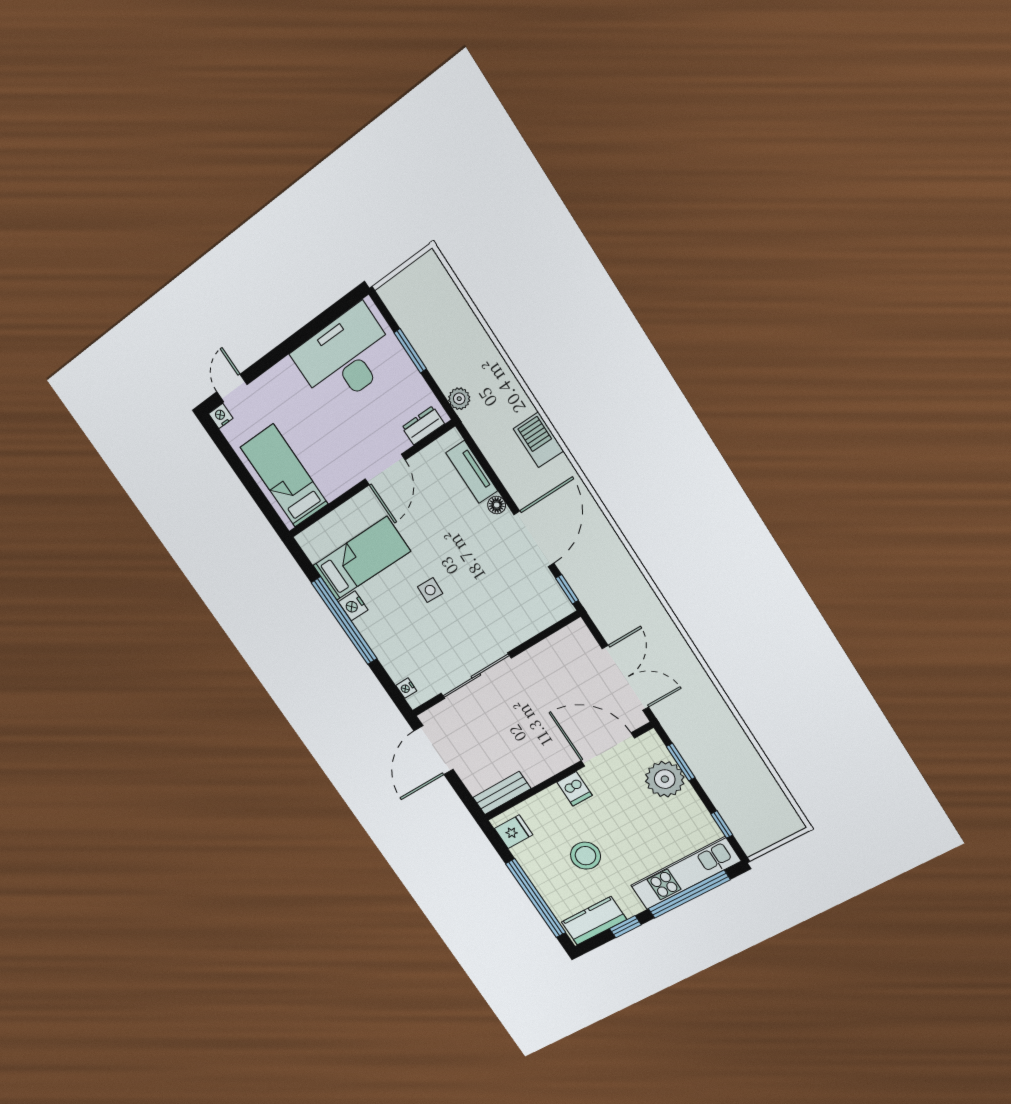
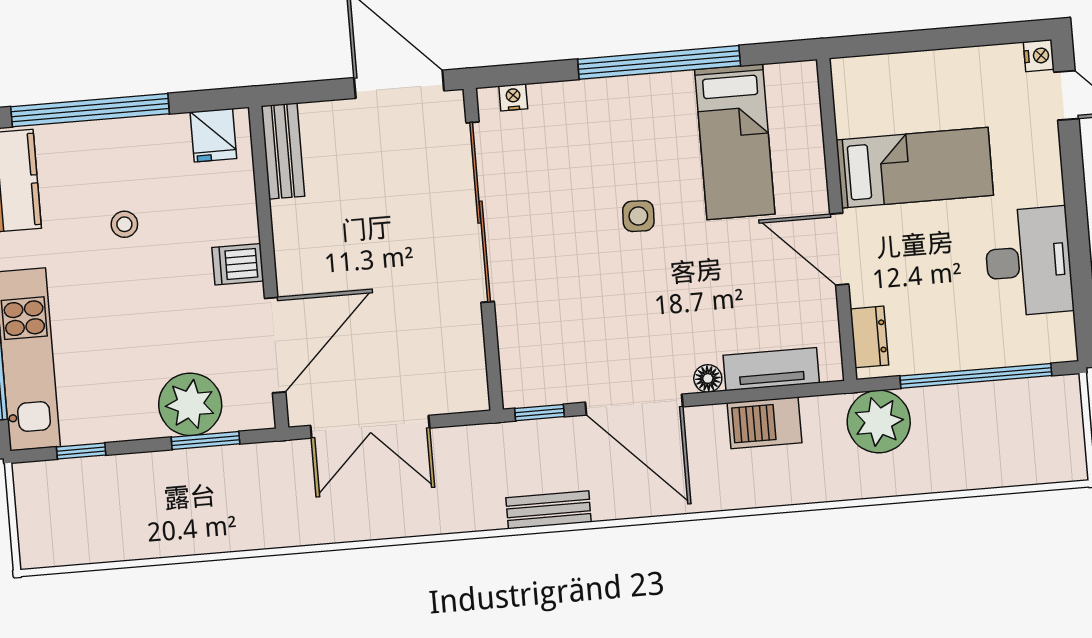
window: (410, 351) -> (976, 376), width x2.11
desk: (345, 357) -> (1029, 261), width x0.73, depth x0.77
plant: (459, 399) -> (879, 422), width x1.87, depth x1.87
barbecue: (539, 440) -> (765, 423), moved, turned 180
bed: (284, 476) -> (915, 168), moved
bench: (620, 556) -> (549, 510), added
nightstand: (353, 606) -> (674, 89), removed
sliding door: (476, 676) -> (480, 212), width x1.36
stool: (586, 856) -> (124, 224), width x0.53, depth x0.53

